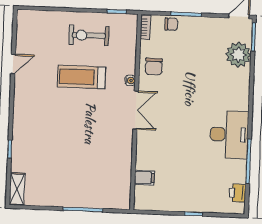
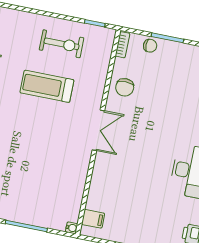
exercise bike: (89, 35) -> (62, 44), turned 180
water cooler: (130, 81) -> (72, 228), moved
filing cabinet: (144, 178) -> (93, 219), moved

